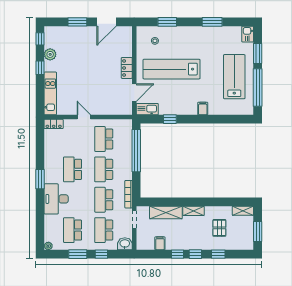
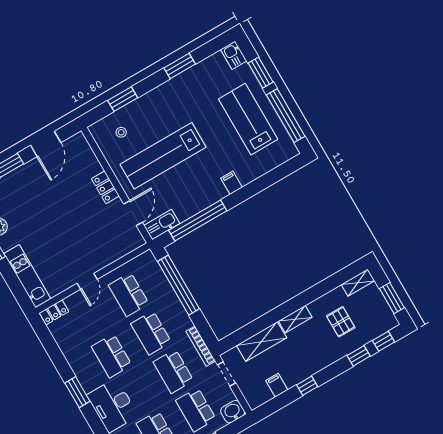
door: (84, 117) -> (87, 281), swing flipped
window: (170, 119) -> (198, 221), width x3.17
window: (195, 254) -> (384, 341), moved

